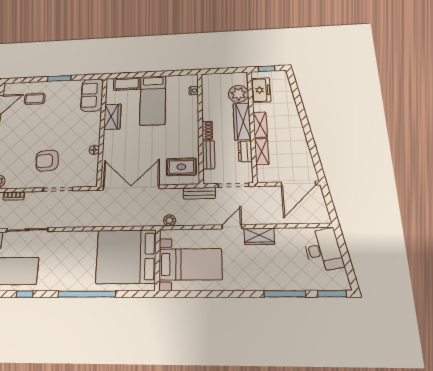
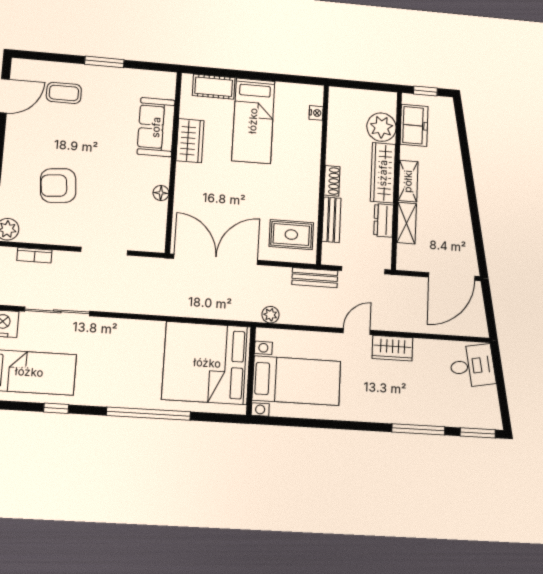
sofa: (92, 95) -> (156, 127), moved
armchair: (47, 161) -> (58, 186), moved
desk: (323, 250) -> (472, 366), width x0.73

